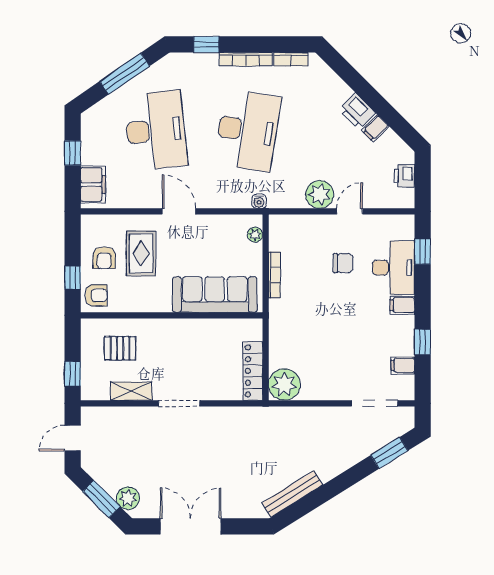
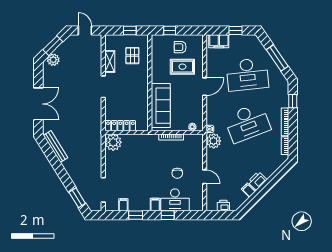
desk: (248, 130) -> (247, 123), turned -30
plant: (320, 194) -> (214, 141), moved
window: (423, 252) -> (168, 215), moved
armchair: (96, 295) -> (160, 43), removed
window: (73, 374) -> (130, 30), moved
double door: (191, 526) -> (38, 104), moved

